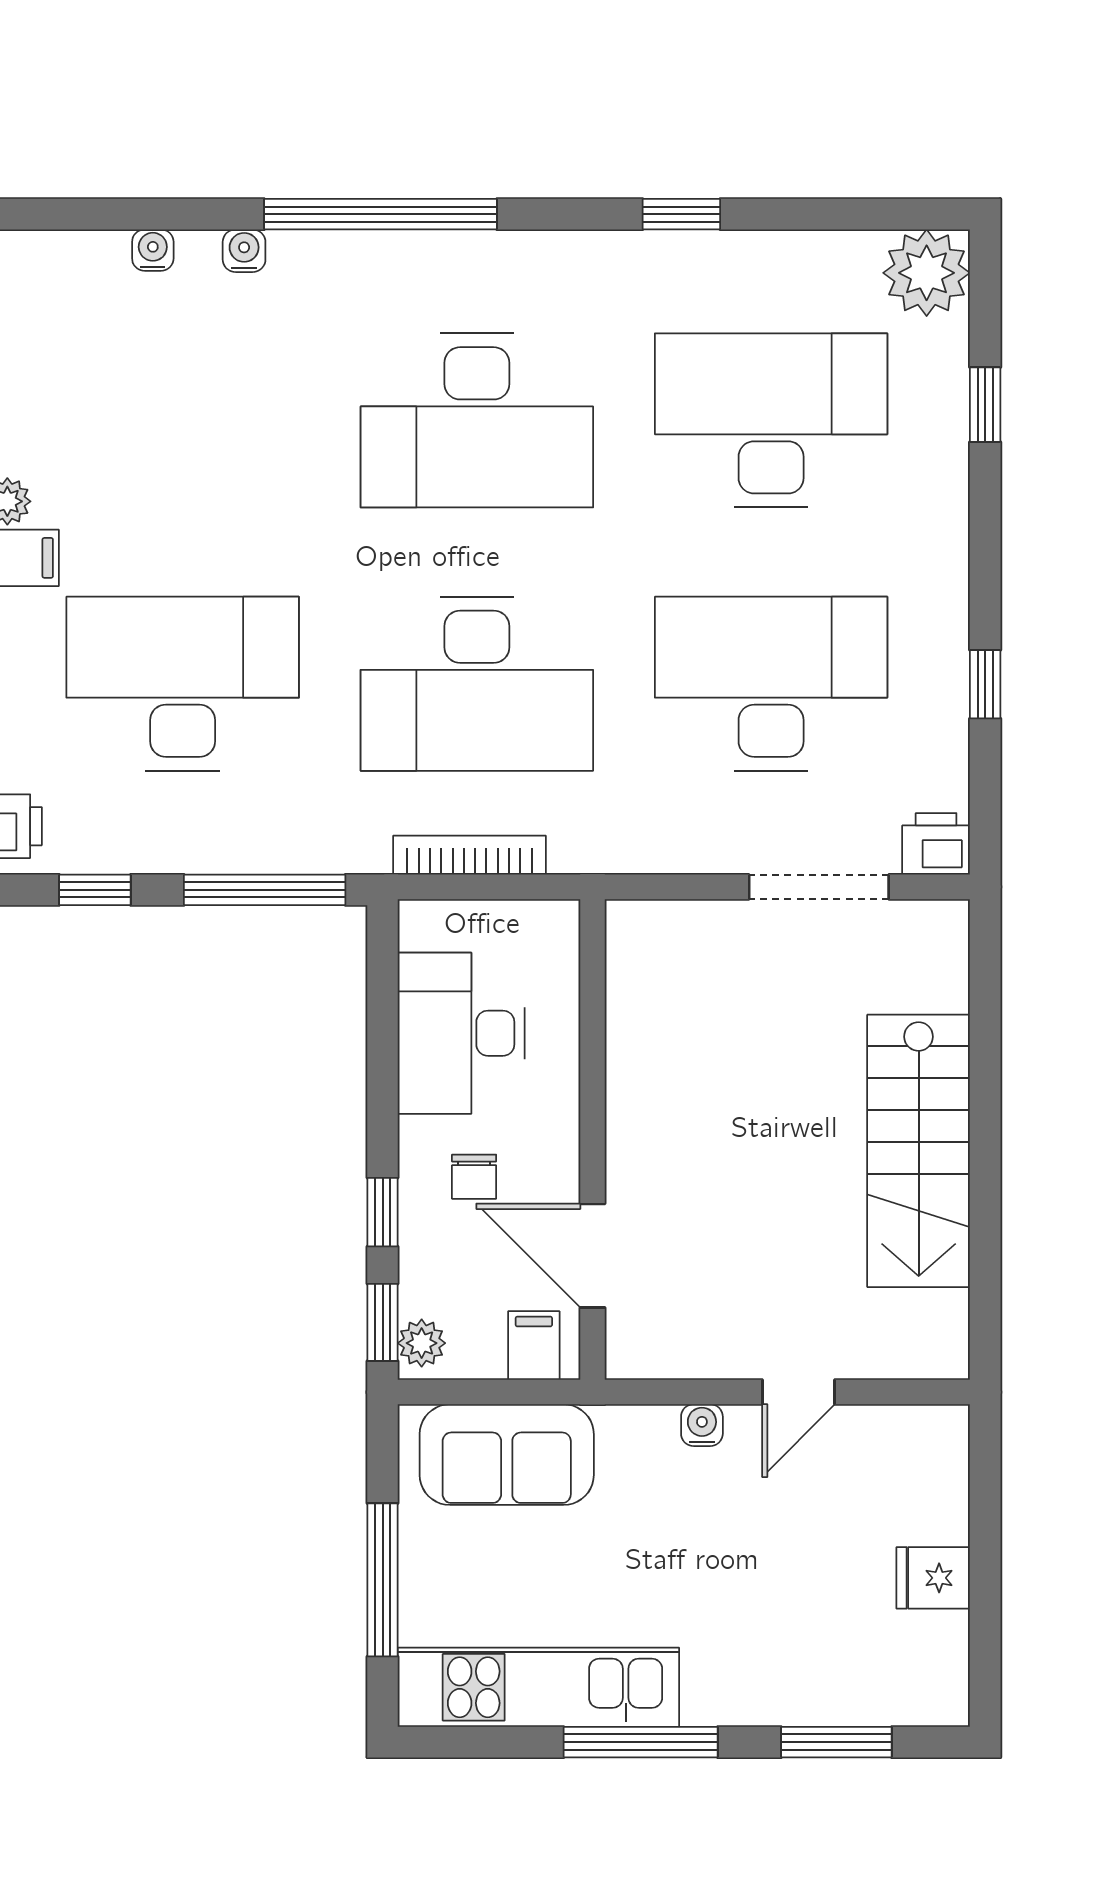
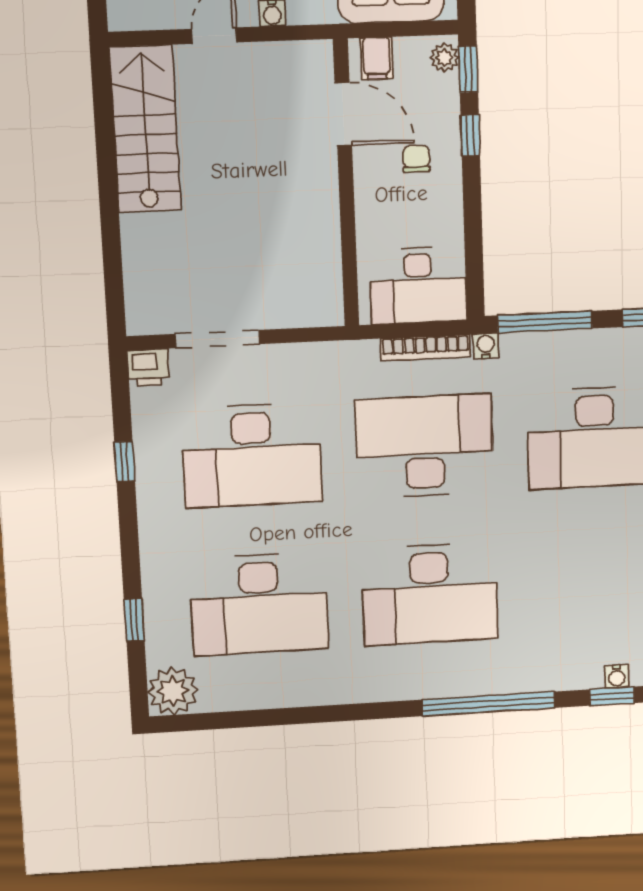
window: (681, 214) -> (612, 696), moved
water cooler: (244, 251) -> (486, 346), moved, turned 180
desk: (477, 420) -> (430, 594), turned 180
desk: (461, 1033) -> (418, 286), moved, turned 90
stairs: (919, 1151) -> (145, 129), moved

